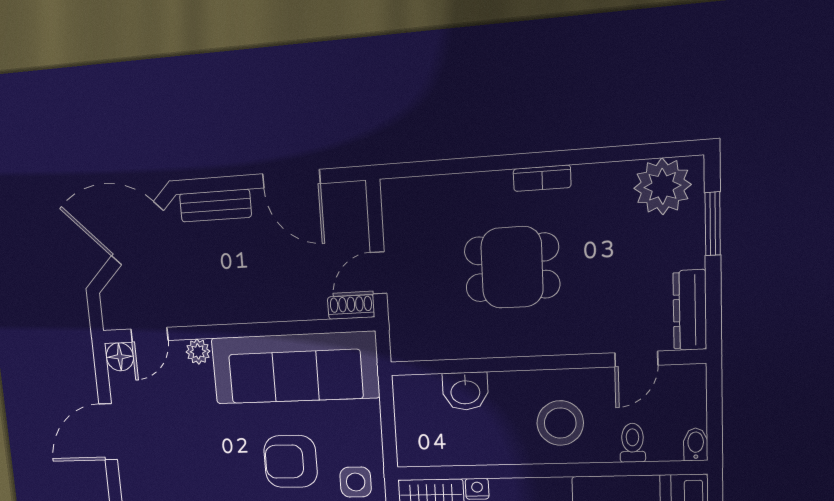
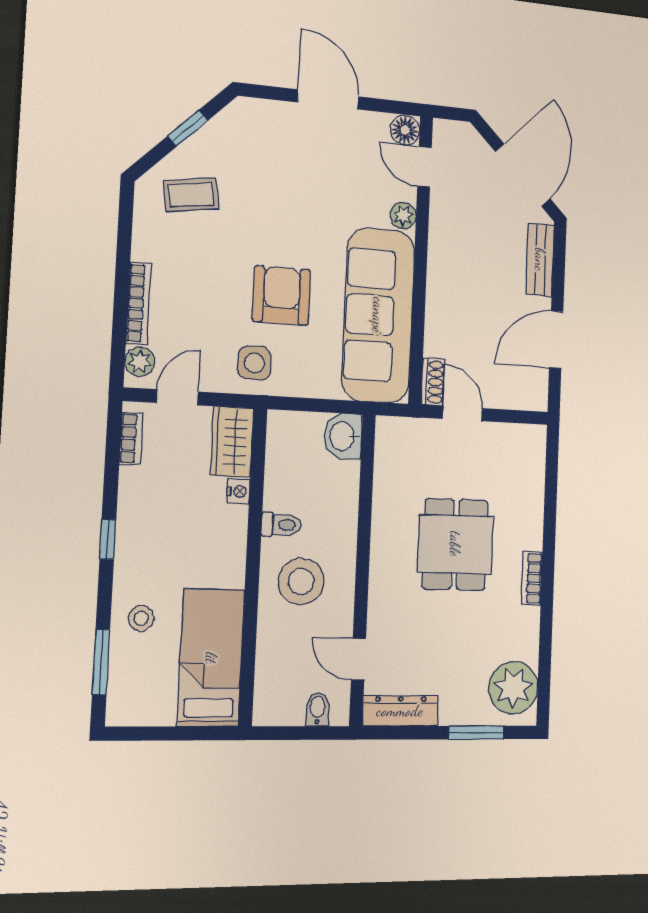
washbasin: (465, 391) -> (343, 436), moved
toilet: (633, 443) -> (282, 525), moved
bidet: (696, 444) -> (318, 709), moved, turned -90

